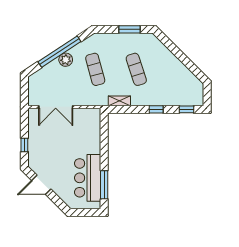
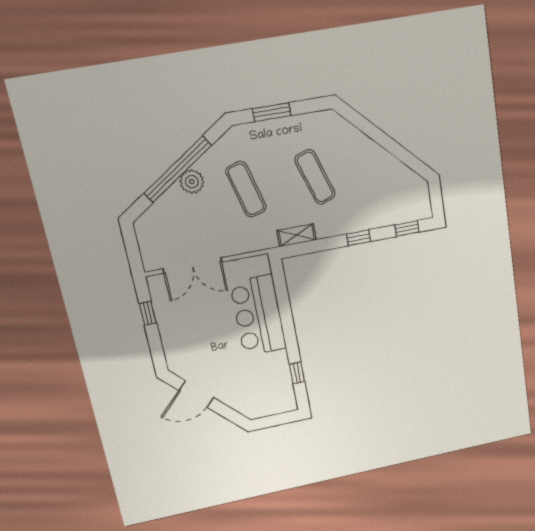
window: (130, 29) -> (272, 112), moved
window: (24, 145) -> (148, 313), moved
bar counter: (88, 178) -> (258, 316), moved
window: (104, 185) -> (297, 373), width x0.46

